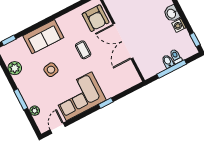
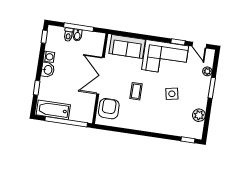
sofa: (43, 37) -> (127, 46), moved, turned 180
double door: (123, 41) -> (101, 76), swing flipped
window: (106, 103) -> (178, 42), moved
door: (58, 128) -> (199, 45), hinge flipped

